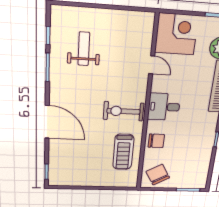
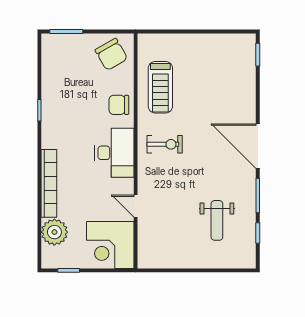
desk: (164, 107) -> (114, 153), width x1.37
exercise bike: (124, 111) -> (165, 144), width x0.73, depth x0.72
door: (47, 122) -> (258, 146), moved
treadmill: (123, 152) -> (160, 87), turned 180

